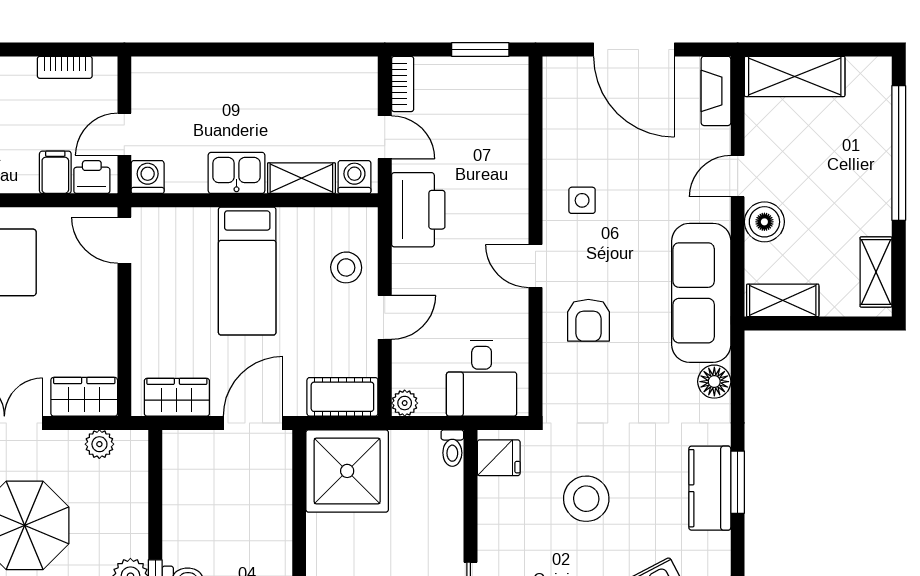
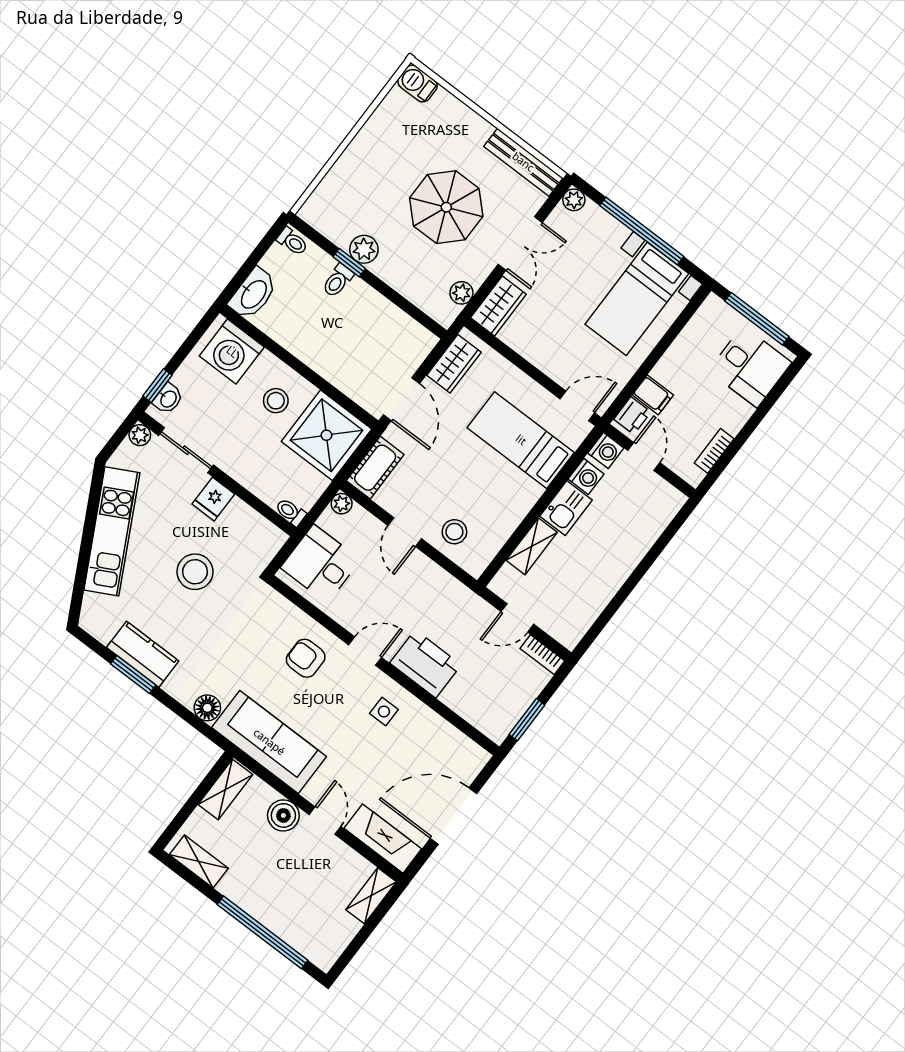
shelving: (795, 76) -> (371, 896), width x0.67, depth x0.75
fireplace: (716, 91) -> (383, 839), width x1.37, depth x1.32
washing machine: (354, 177) -> (586, 476), moved
printer: (418, 210) -> (425, 664), moved, turned 180
bed: (247, 271) -> (521, 440), moved
fridge: (499, 458) -> (213, 499), moved
stool: (351, 549) -> (276, 401), added

